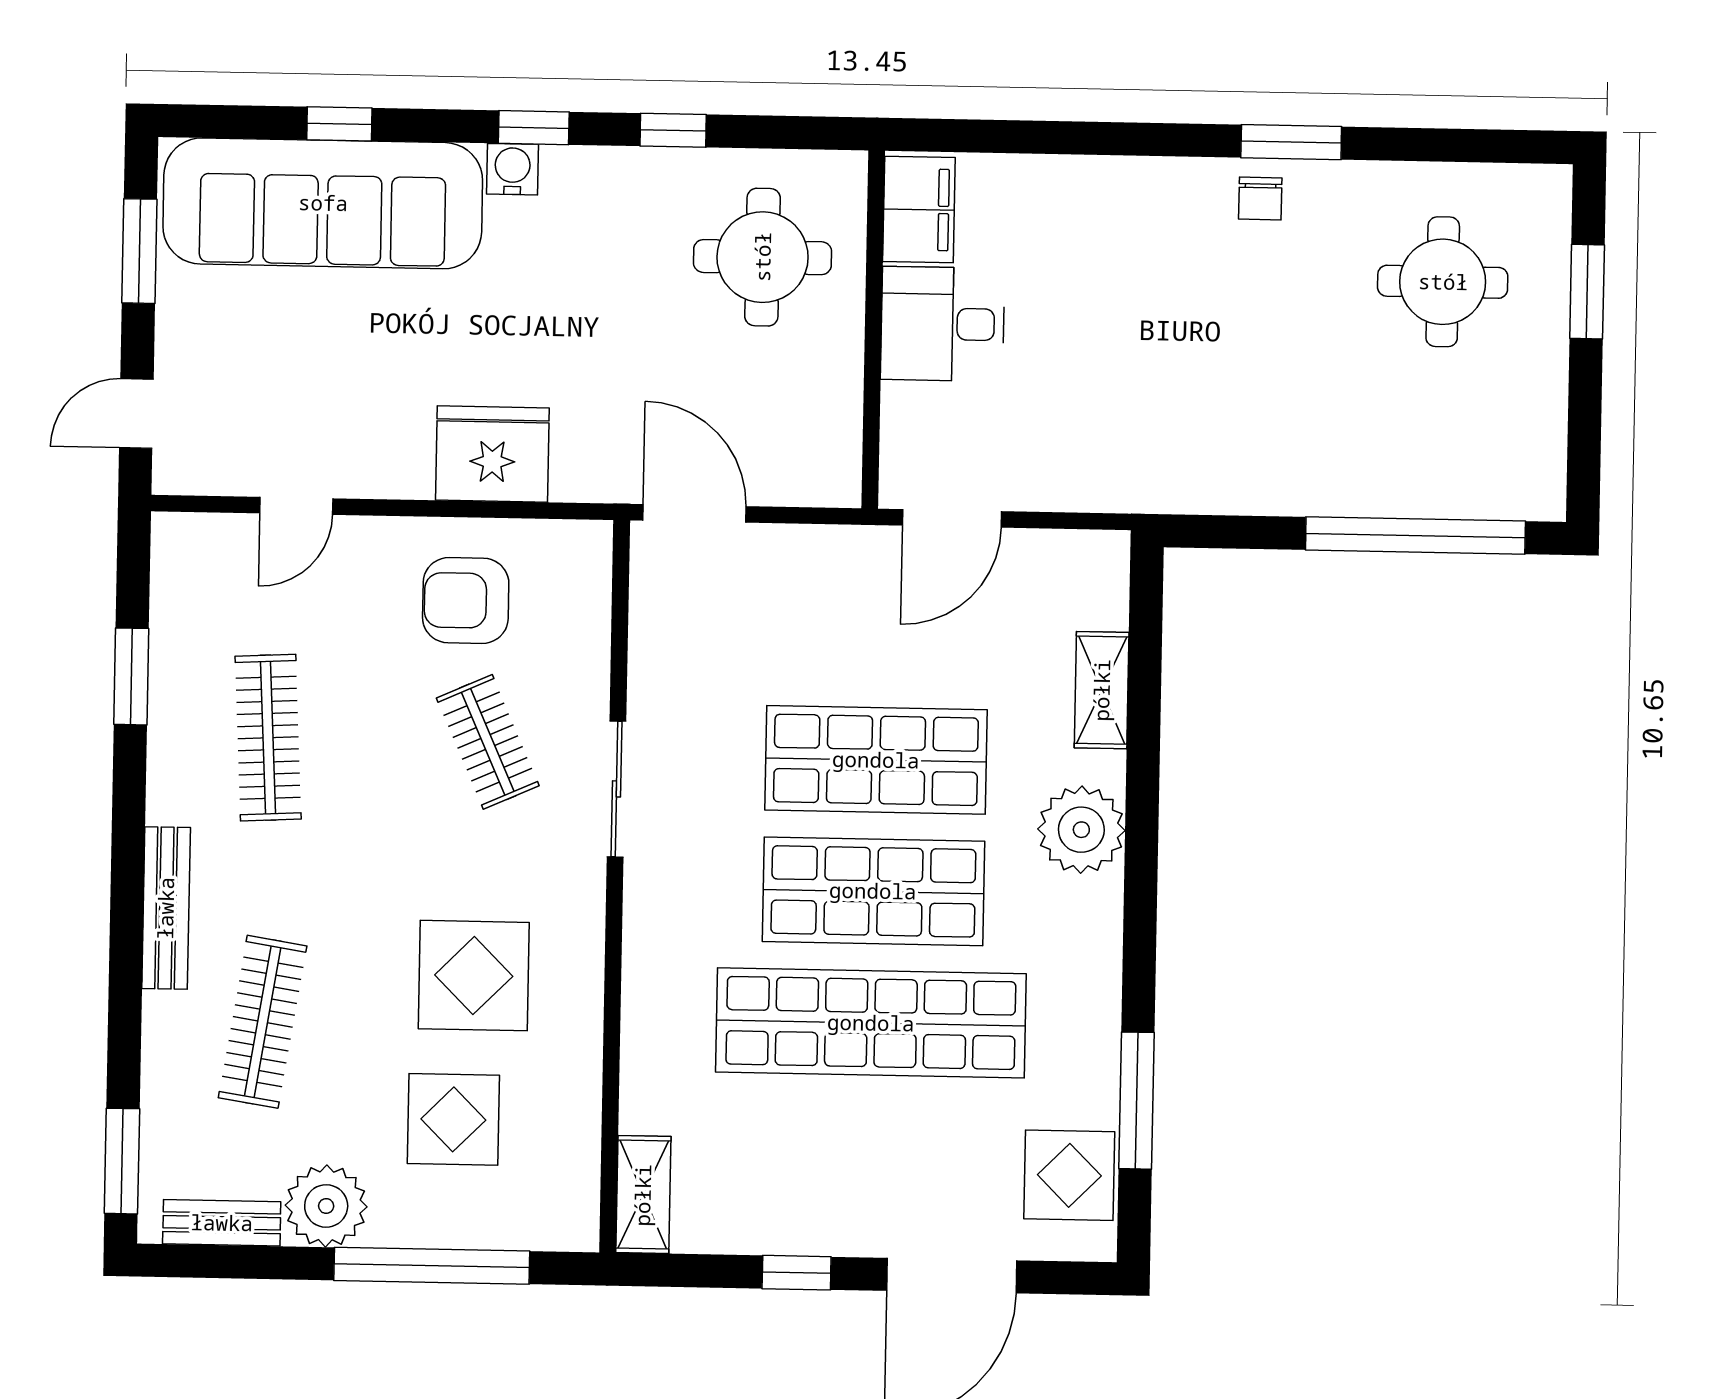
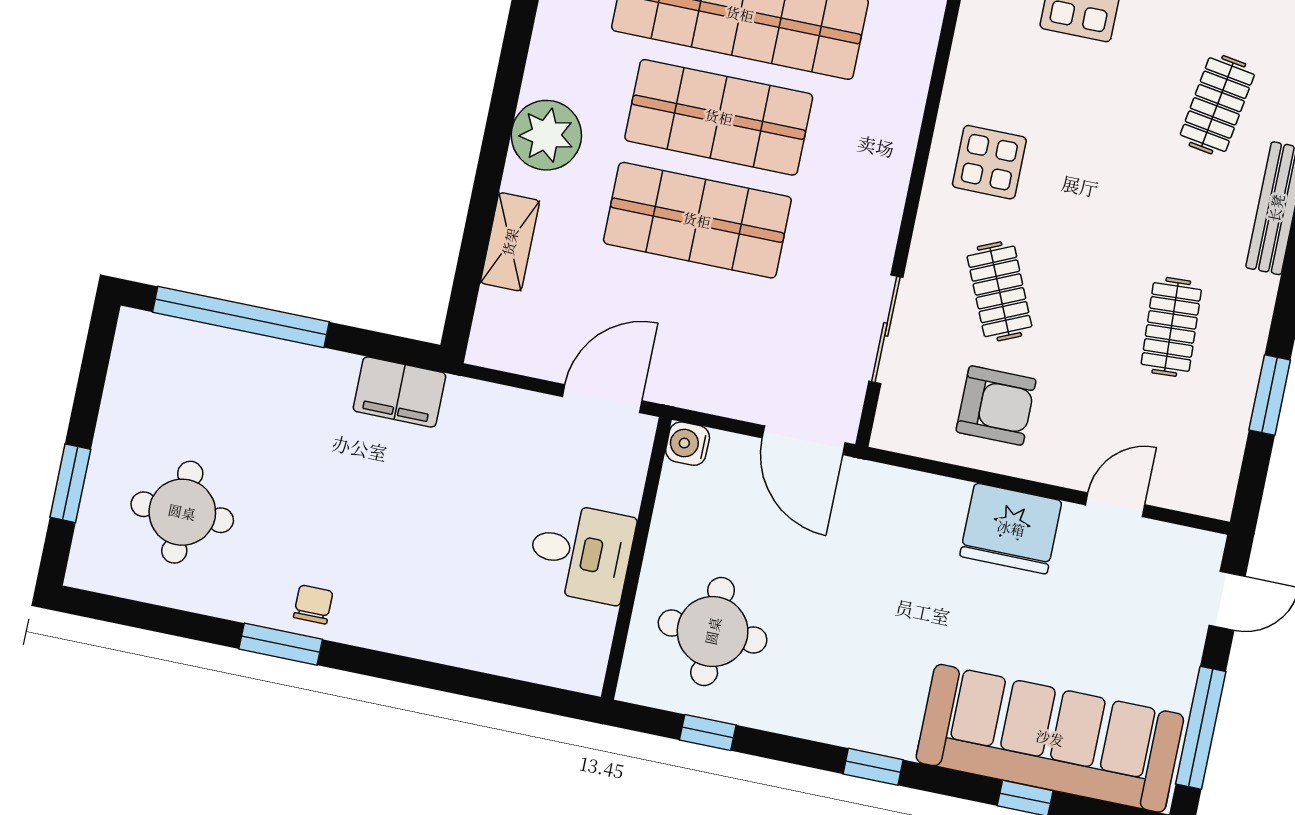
window: (673, 130) -> (708, 733), moved
water cooler: (513, 169) -> (688, 444), moved, turned 90
filing cabinet: (919, 210) -> (399, 392), moved, turned -90
window: (139, 251) -> (1201, 728), width x1.44
fridge: (492, 454) -> (1011, 528), moved
clothes rail: (268, 738) -> (1171, 327), width x0.73
sliding door: (617, 789) -> (886, 329), moved
display table: (474, 976) -> (989, 162), moved, width x0.73, depth x0.73
clothes rail: (263, 1022) -> (1217, 105), width x0.73

